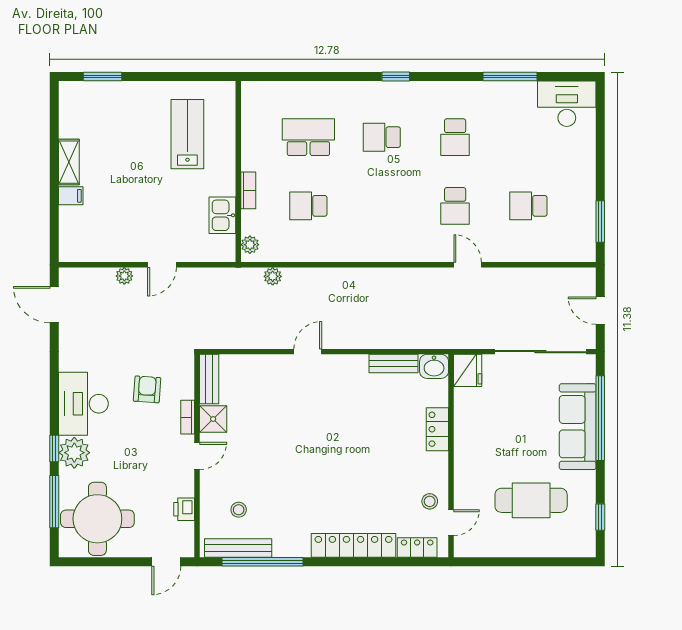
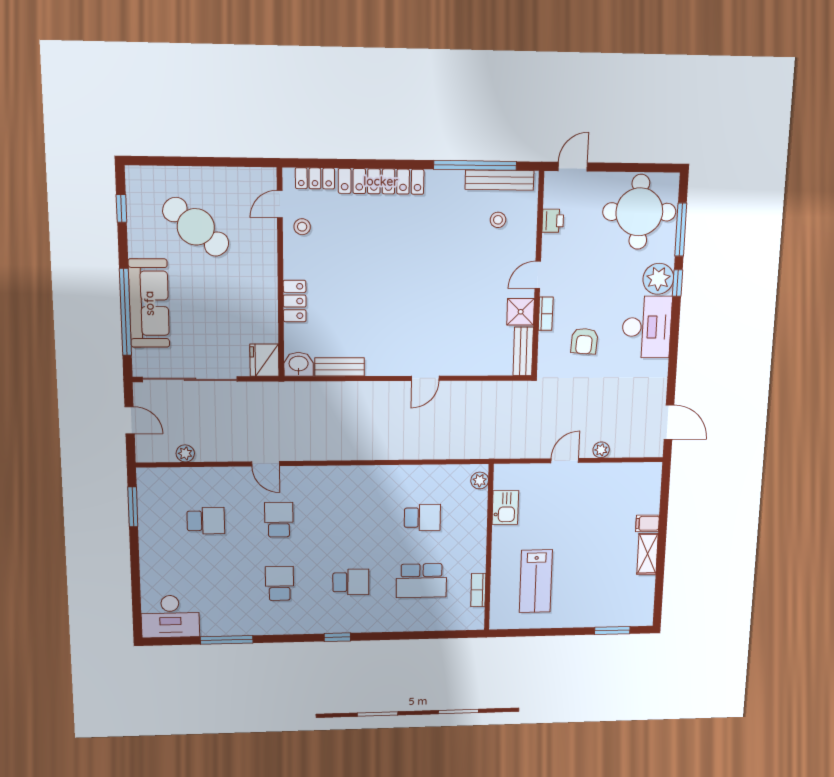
bookcase: (248, 190) -> (478, 590), moved
plant: (273, 276) -> (185, 453), moved
cafe table: (531, 500) -> (196, 227), turned 40

